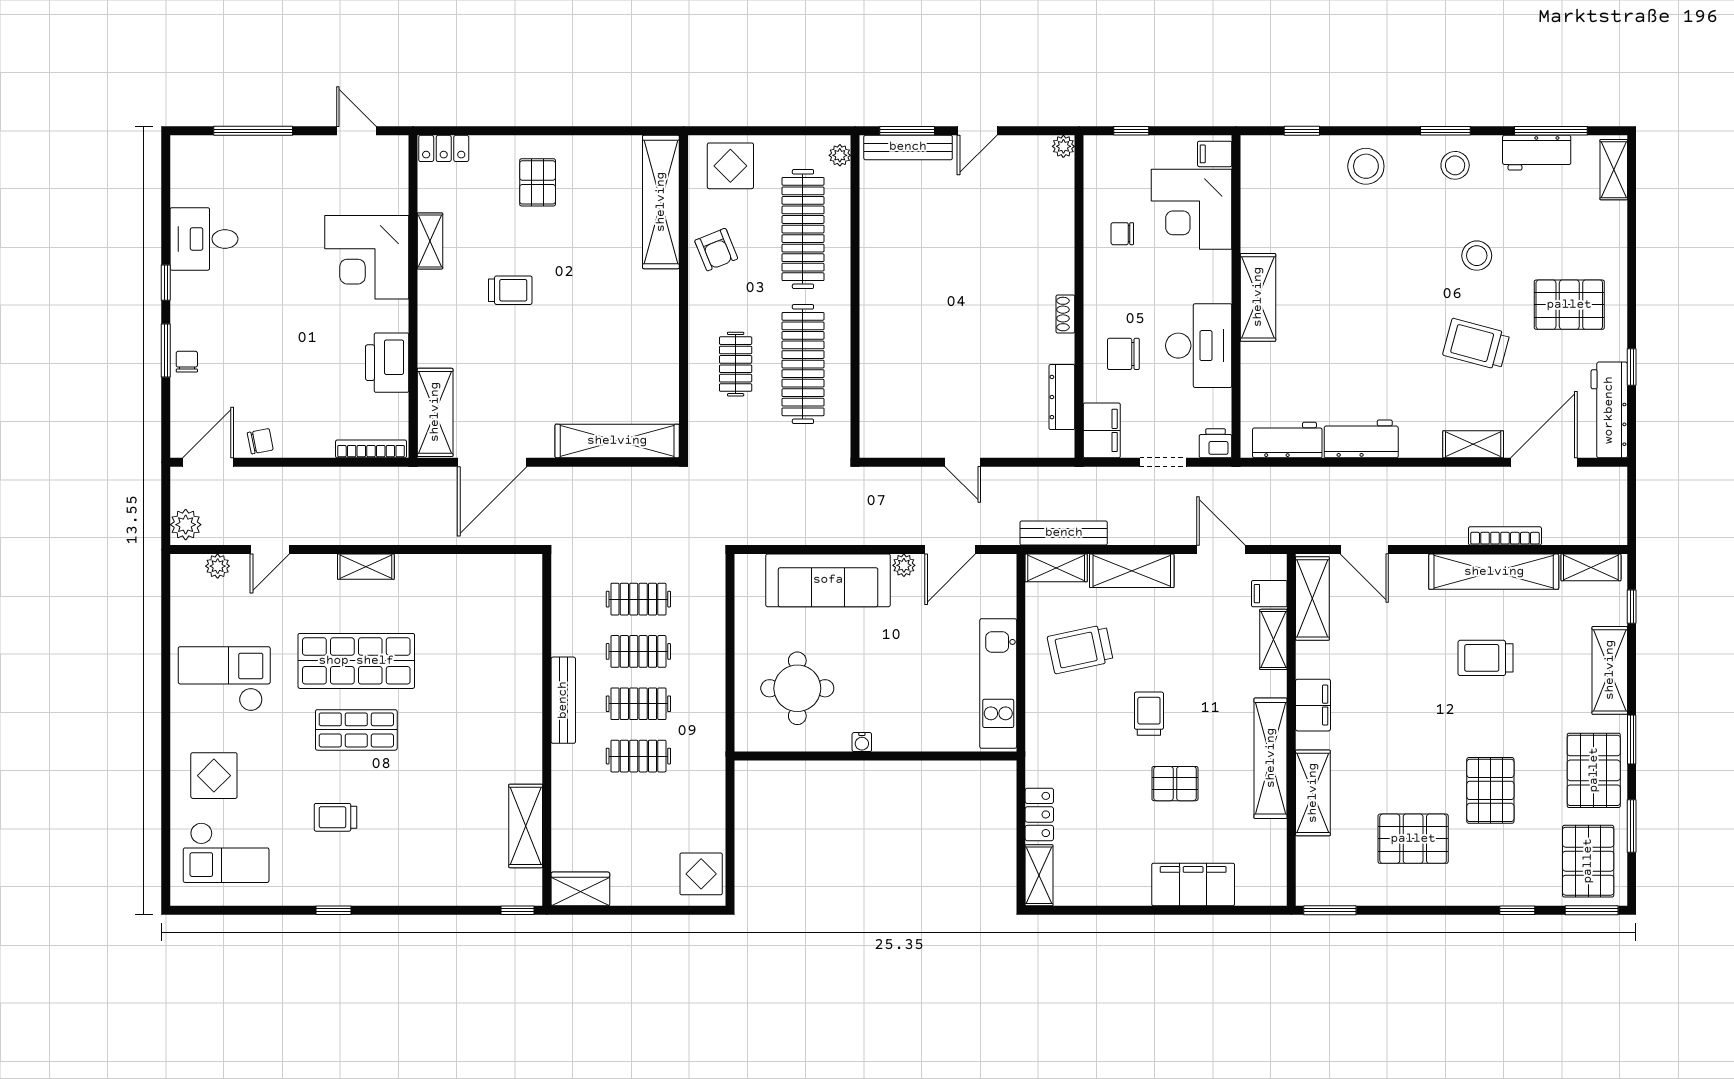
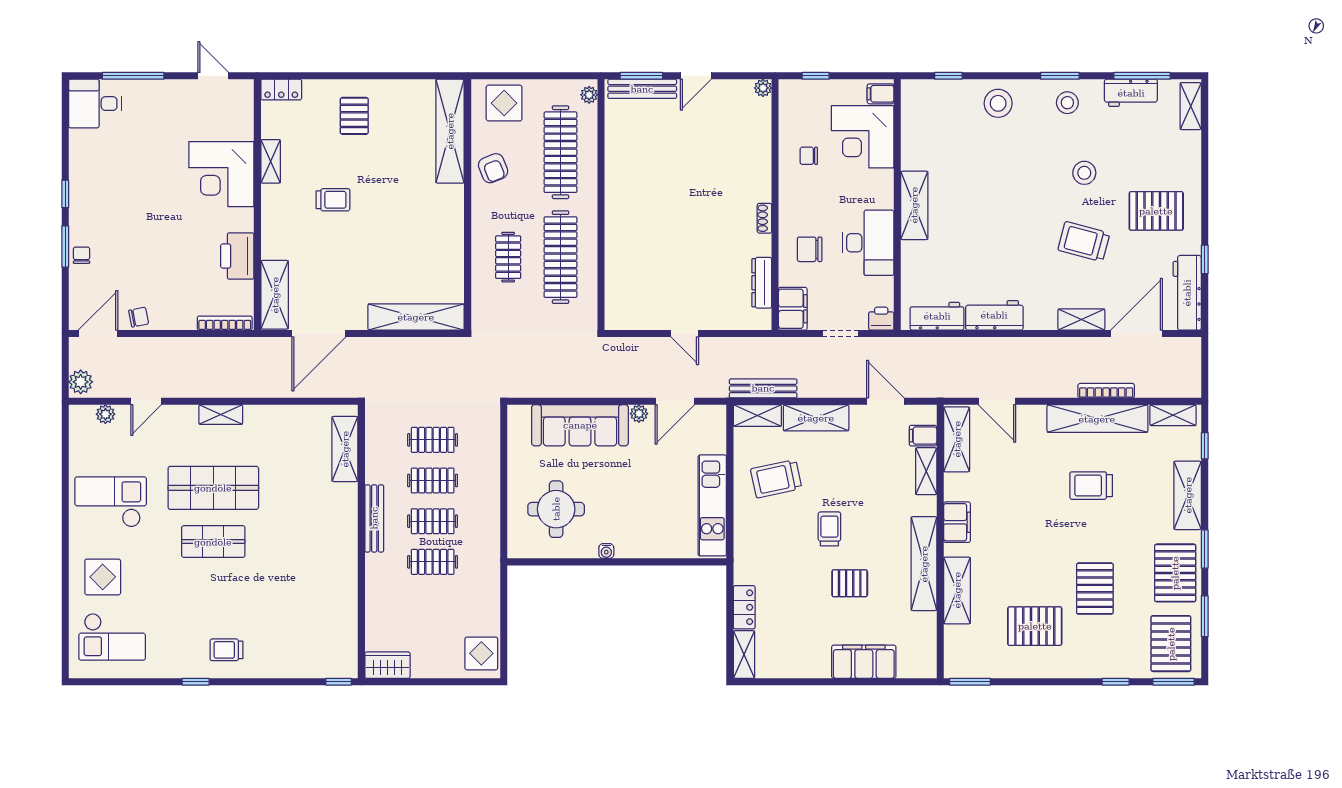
desk: (204, 239) -> (95, 104), moved
trolley: (335, 817) -> (227, 650), moved
shelving: (526, 826) -> (345, 449), moved

